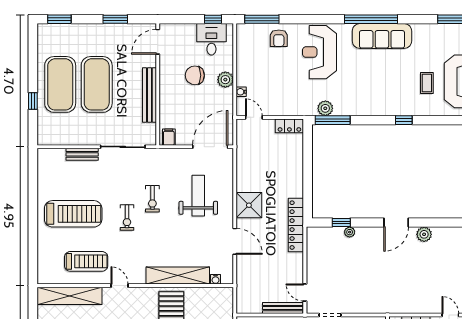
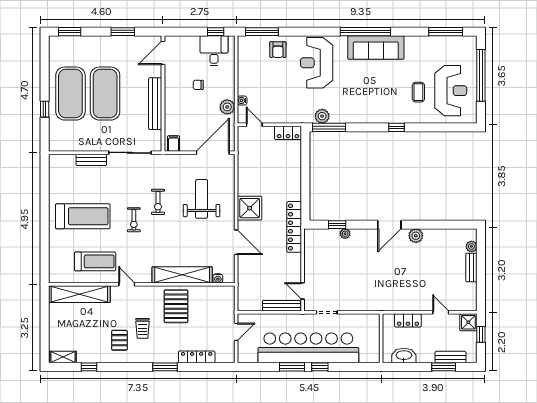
chair: (195, 75) -> (198, 85), width x0.54, depth x0.54
plant: (225, 80) -> (227, 107), moved

